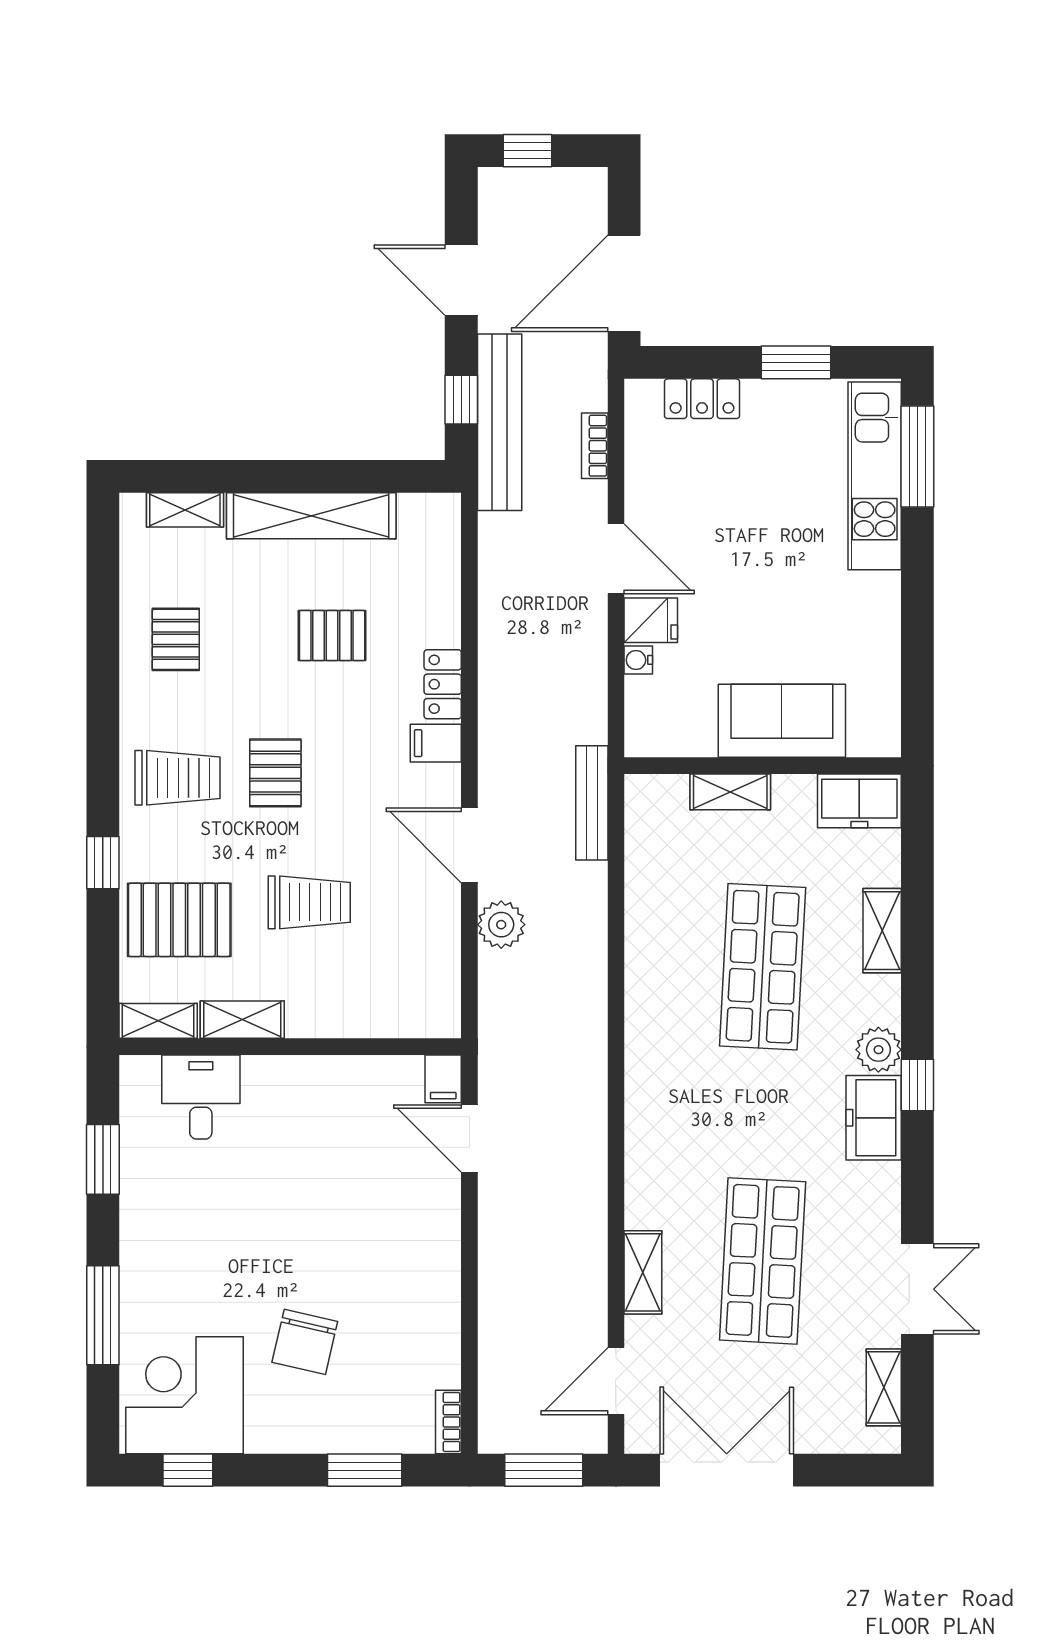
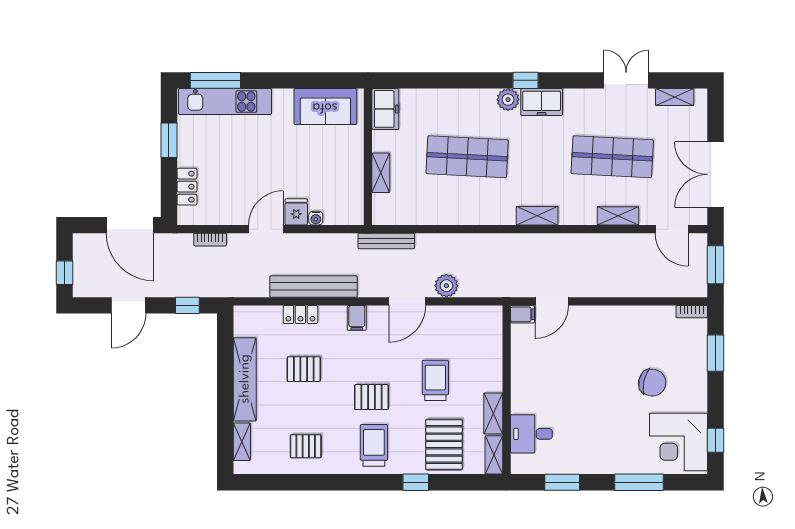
bench: (500, 422) -> (314, 287), moved
pallet: (332, 636) -> (304, 369), turned 90
locker: (443, 684) -> (300, 315), moved
sofa: (782, 721) -> (325, 107), moved, turned -90
shelving: (882, 931) -> (537, 216), moved

